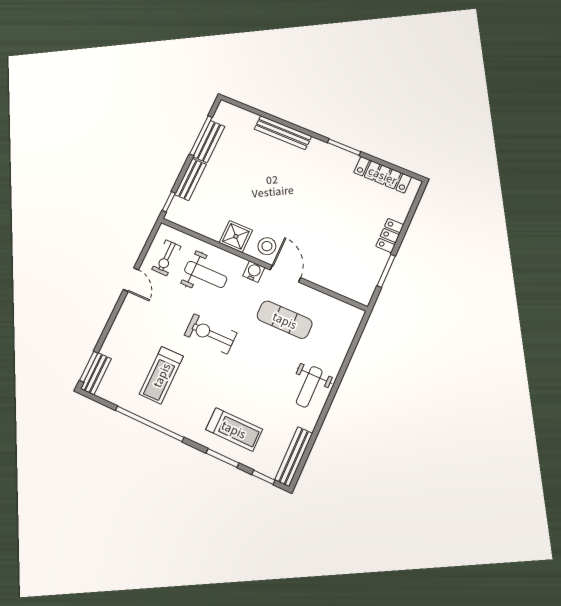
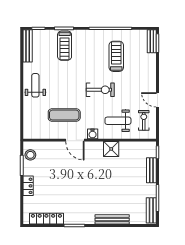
bench: (209, 142) -> (151, 210), moved
stool: (267, 246) -> (30, 155), moved
treadmill: (234, 429) -> (65, 46), turned -90

